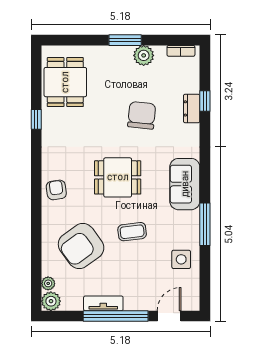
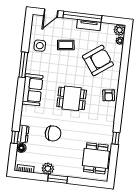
floor lamp: (192, 85) -> (21, 148), added
chair: (142, 115) -> (53, 133), turned -96
coffee table: (132, 232) -> (66, 45), moved

